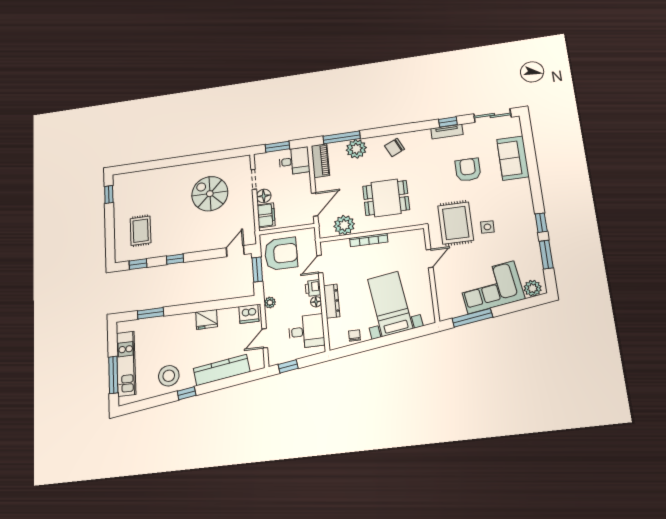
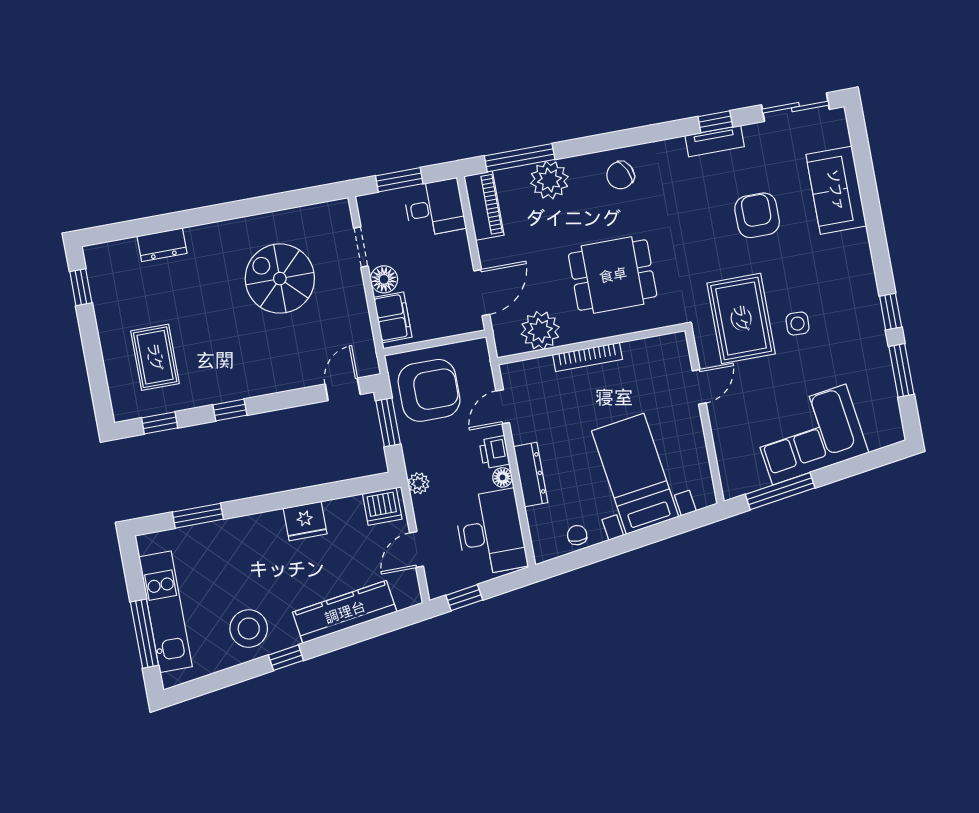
dresser: (152, 175) -> (162, 245), added
plant: (533, 288) -> (881, 433), removed
desk: (306, 331) -> (491, 532), width x1.37

